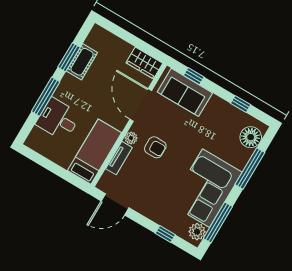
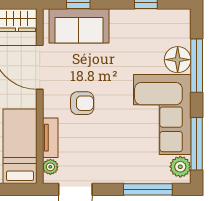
floor lamp: (251, 137) -> (178, 60), moved
plant: (131, 138) -> (50, 167), moved
window: (165, 234) -> (148, 189), width x2.17

